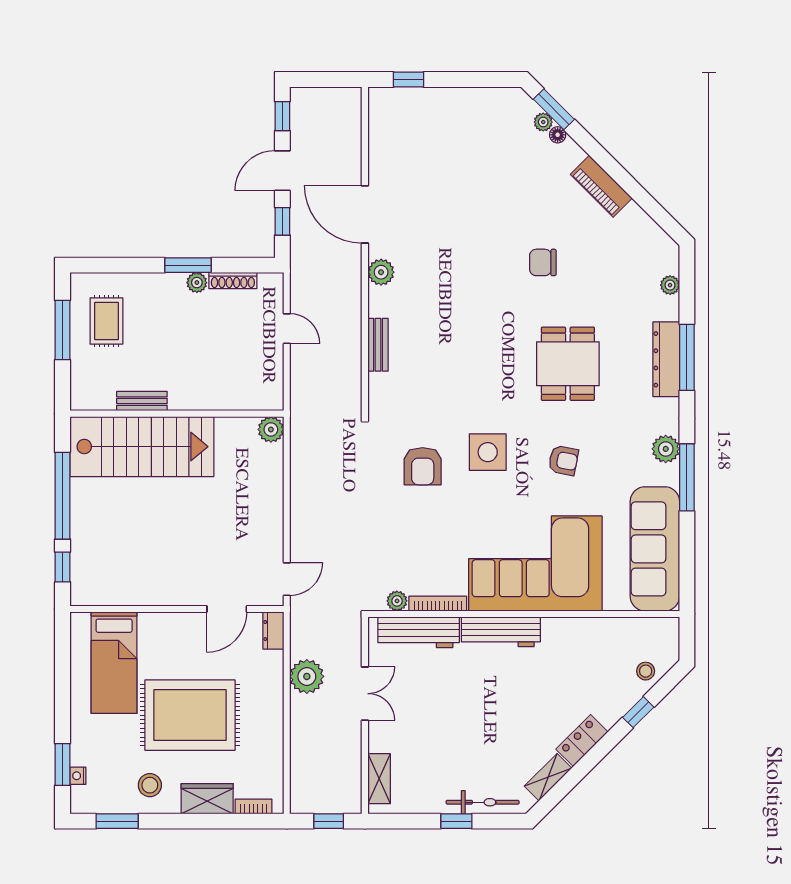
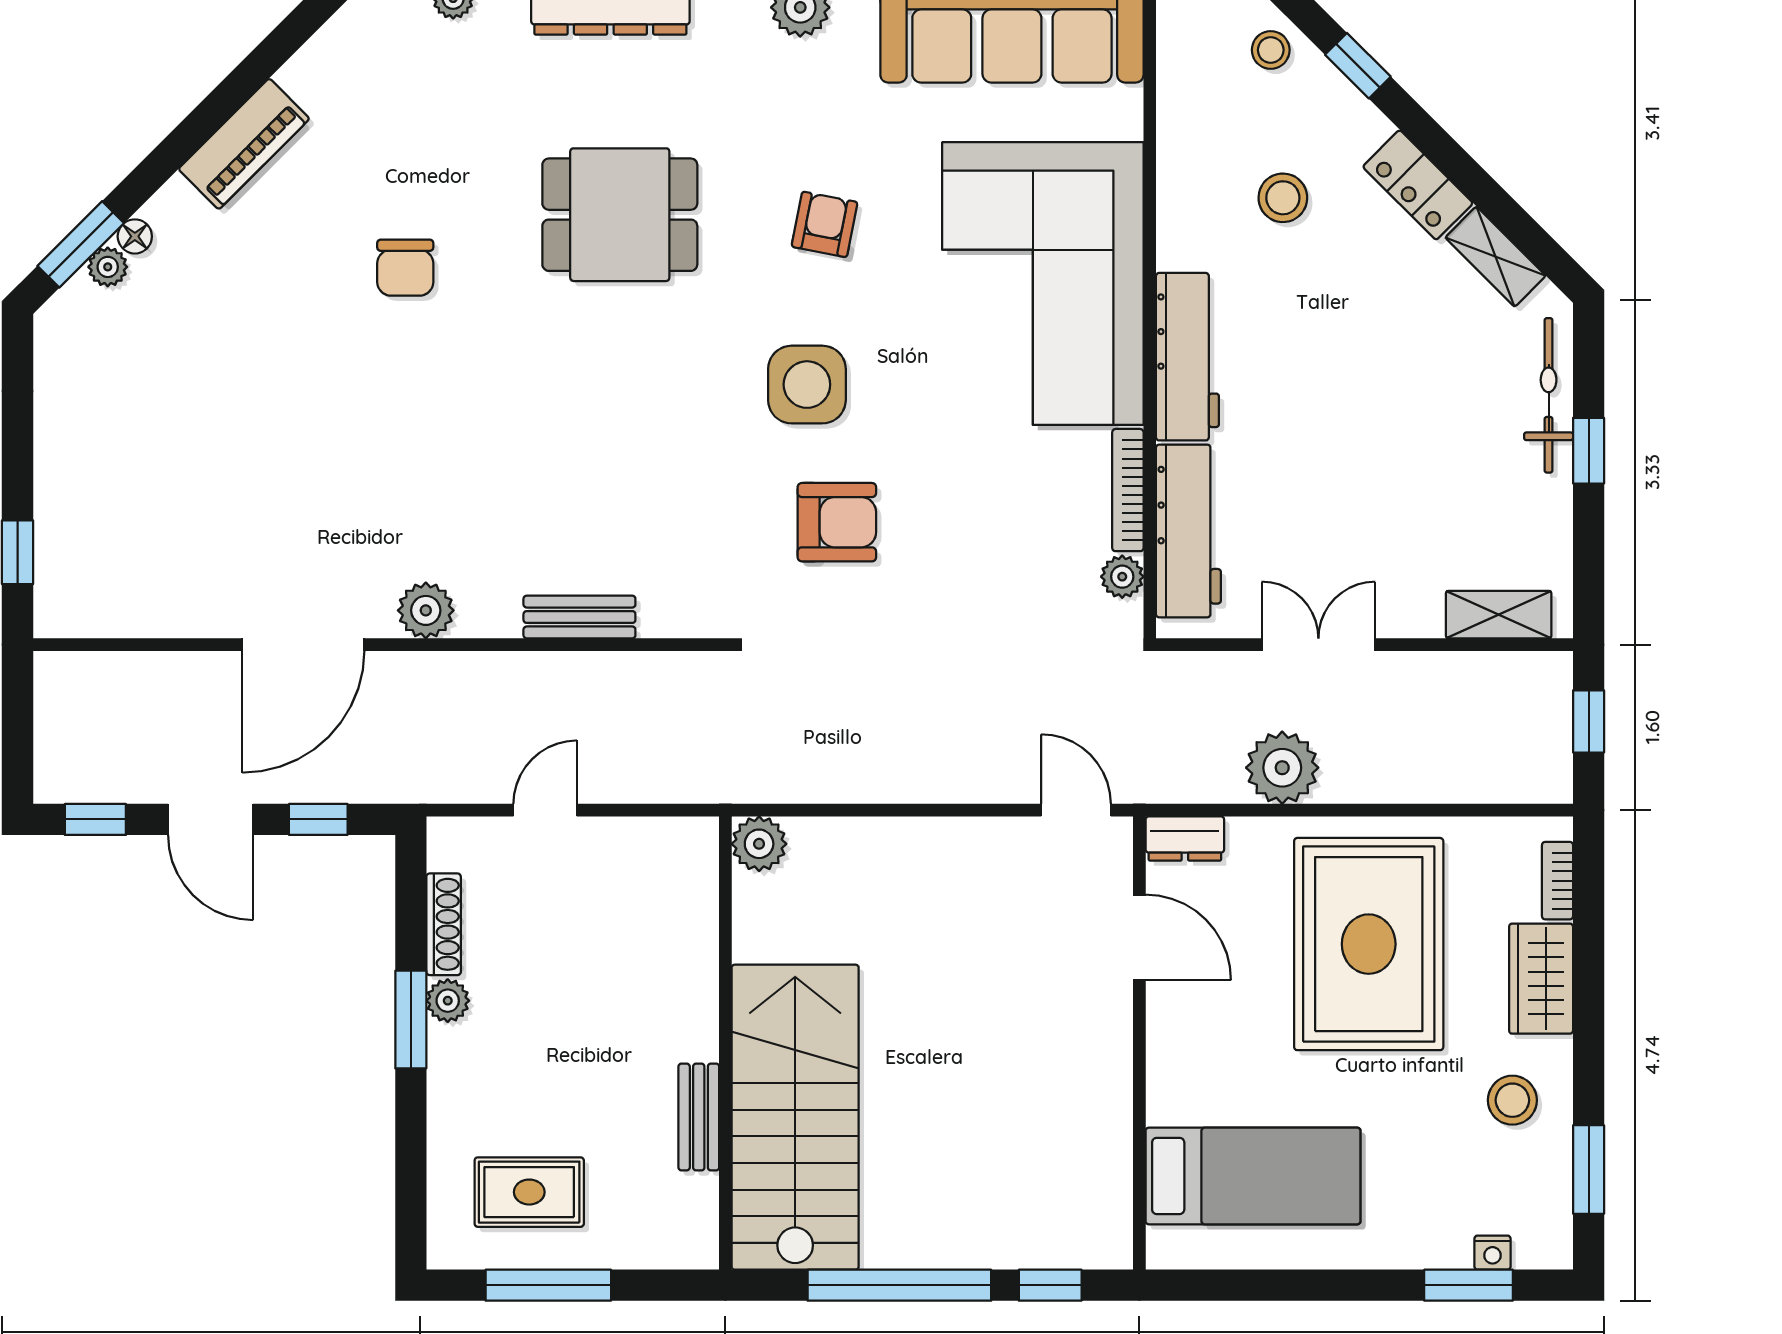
stool: (576, 677) -> (1283, 198), added
rug: (190, 715) -> (1369, 944), moved

